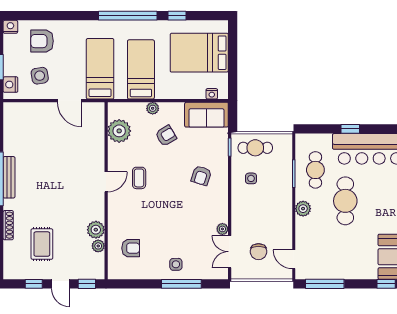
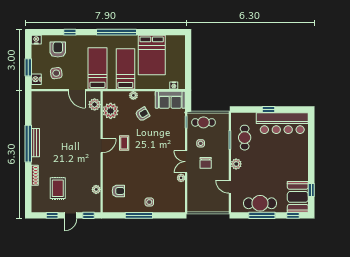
window: (177, 16) -> (70, 32), moved
armchair: (42, 41) -> (58, 49), turned 90
bed: (199, 53) -> (152, 55), moved, turned -90
armchair: (201, 176) -> (167, 141), removed
cafe table: (345, 201) -> (260, 203), moved, turned 90
plant: (96, 230) -> (95, 104), moved
double door: (230, 252) -> (186, 162), moved
chair: (258, 252) -> (206, 163), moved
door: (294, 259) -> (230, 187), moved
door: (60, 284) -> (70, 215), hinge flipped
window: (181, 284) -> (139, 215), moved
window: (325, 284) -> (262, 215), moved

